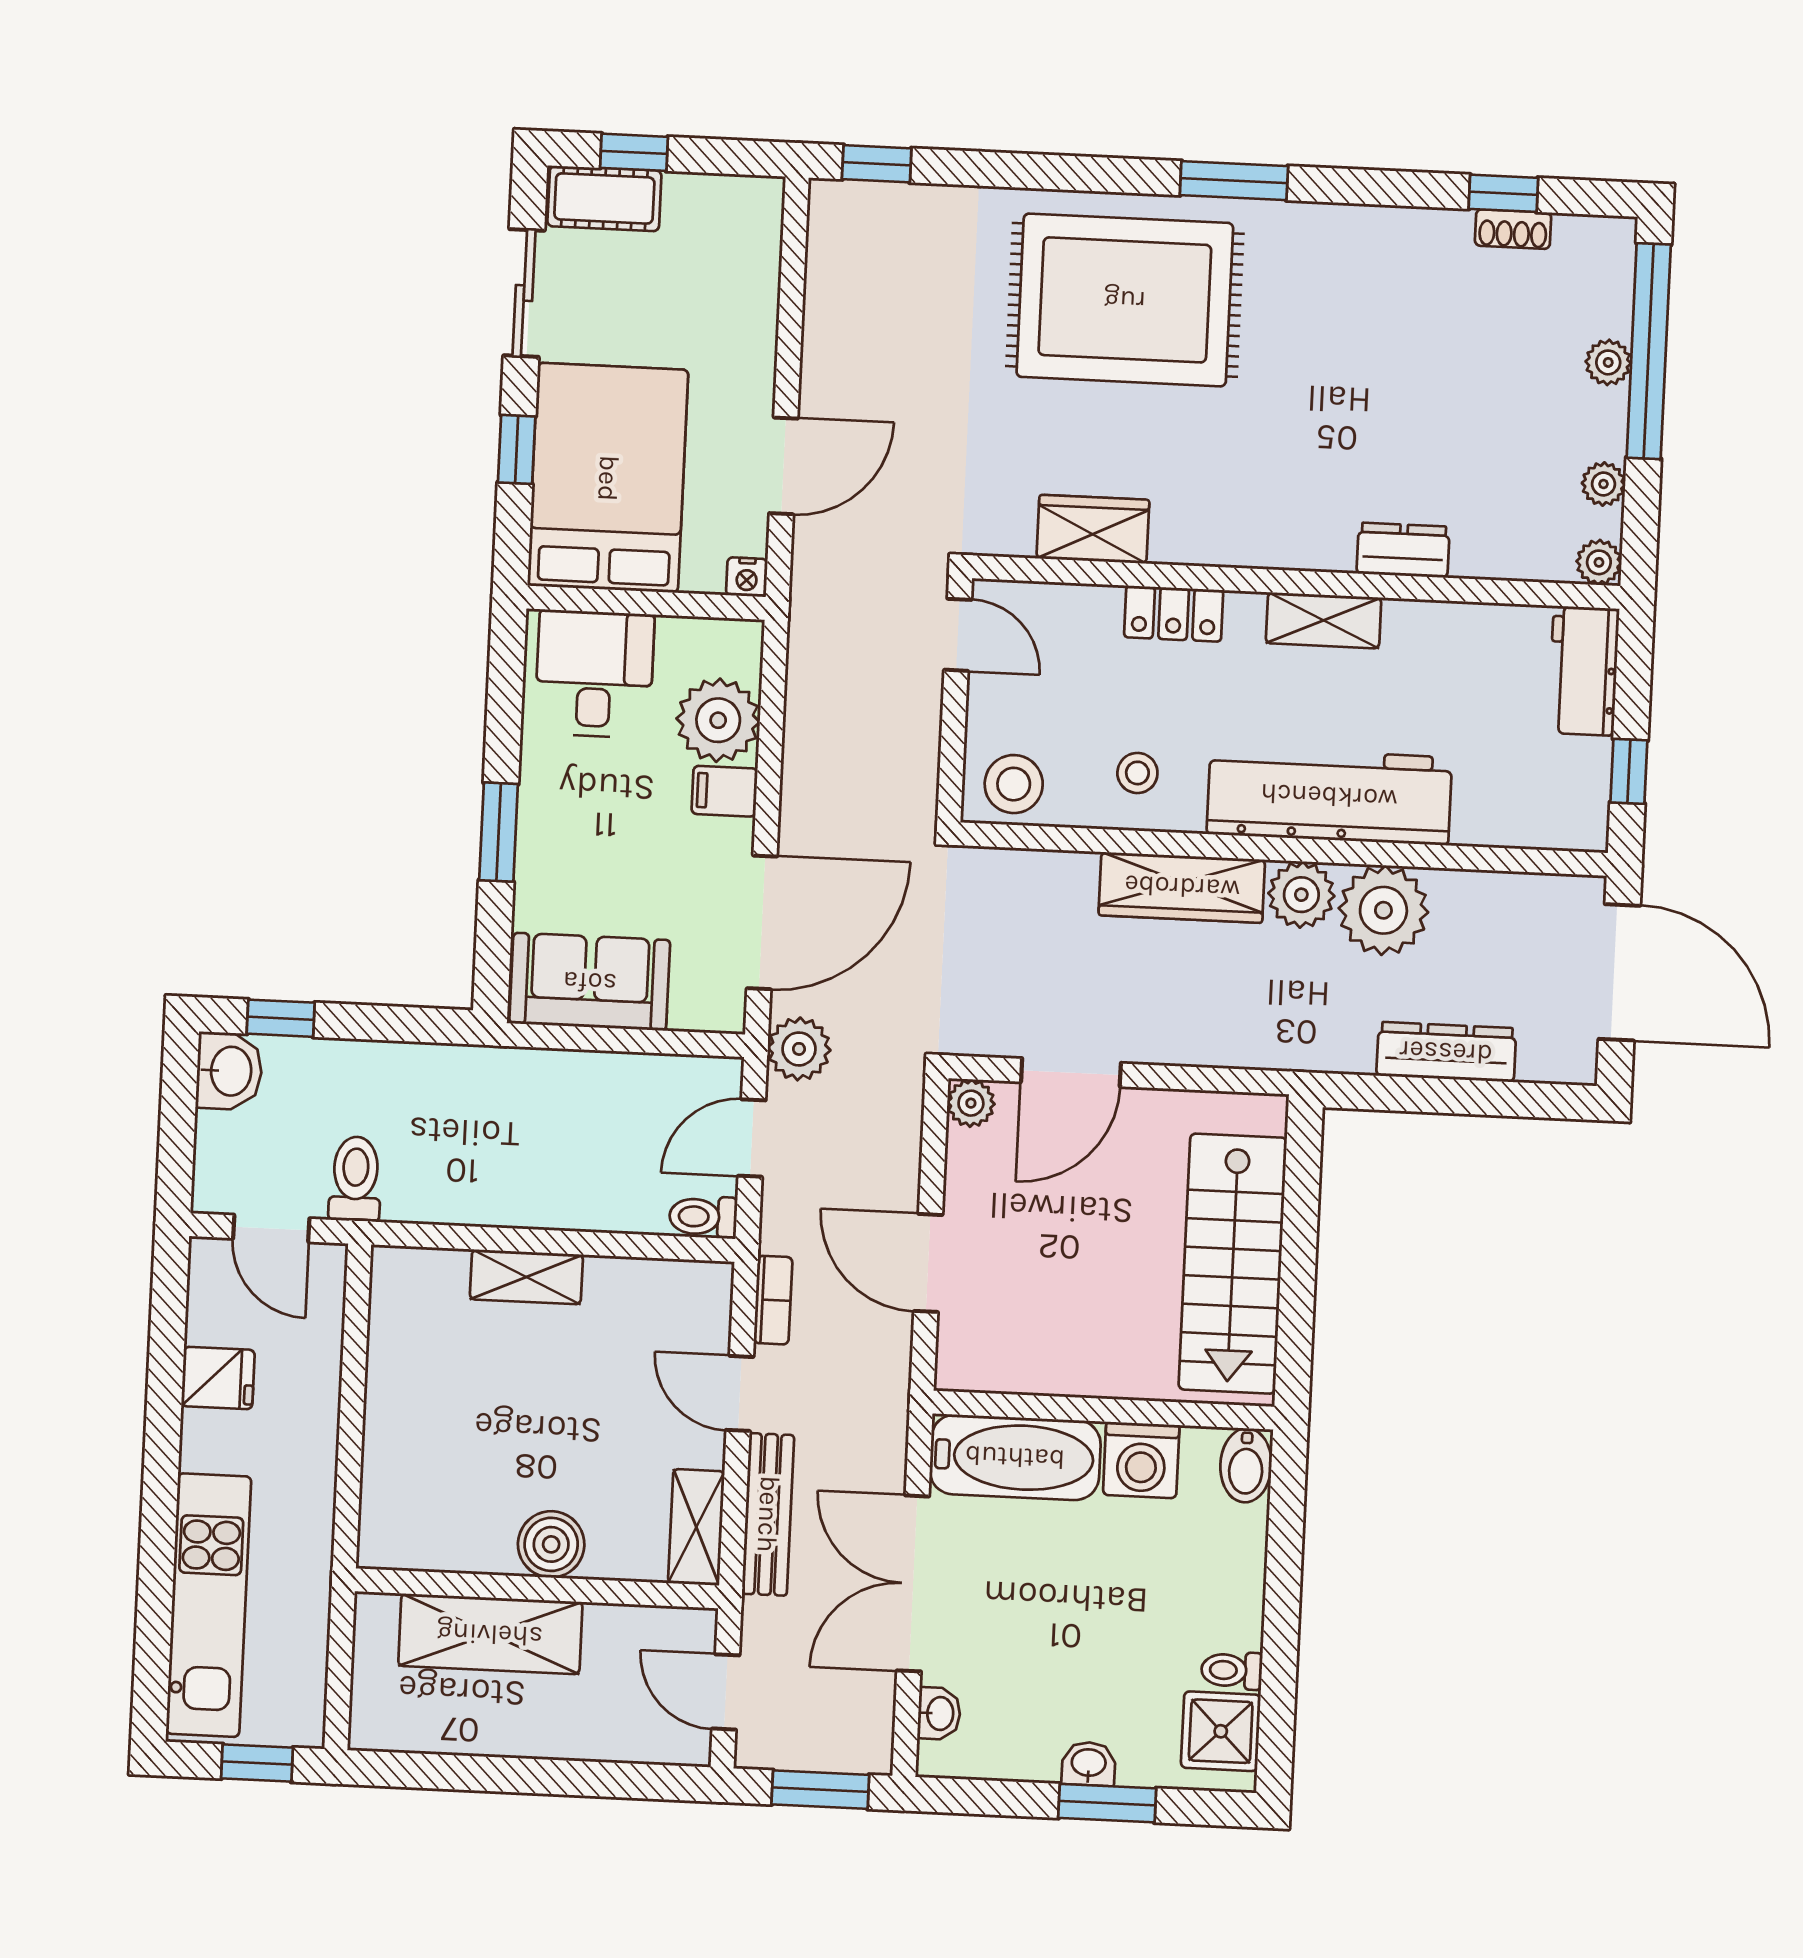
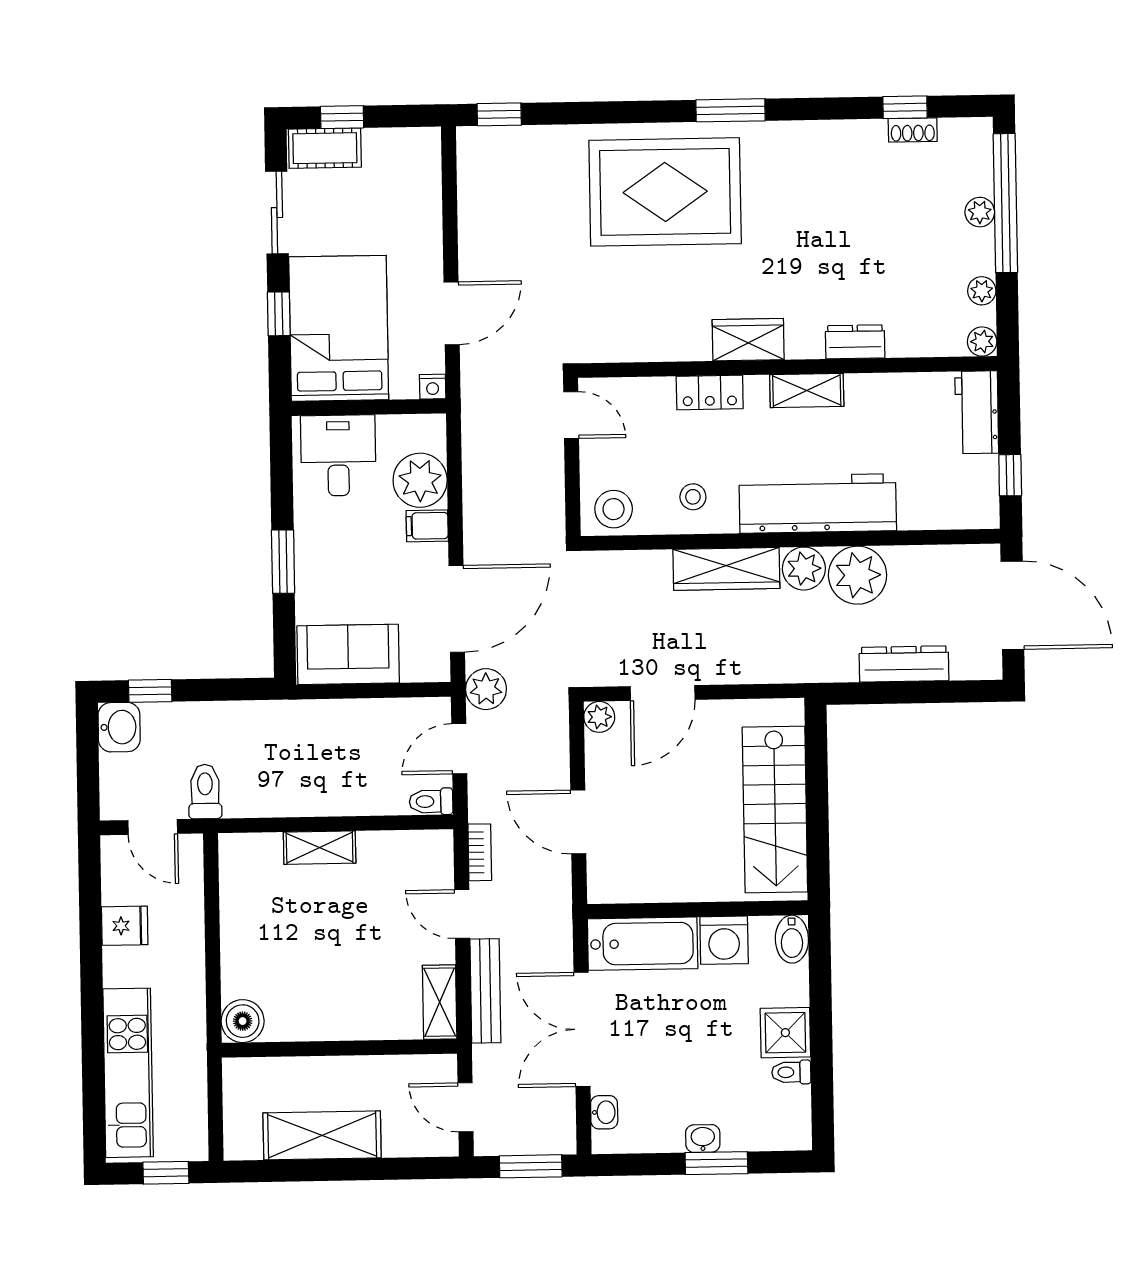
wardrobe: (1093, 529) -> (748, 340), moved
boiler: (551, 1544) -> (243, 1021), moved
shelving: (490, 1634) -> (322, 1135), moved
shower: (1221, 1731) -> (785, 1033), moved

